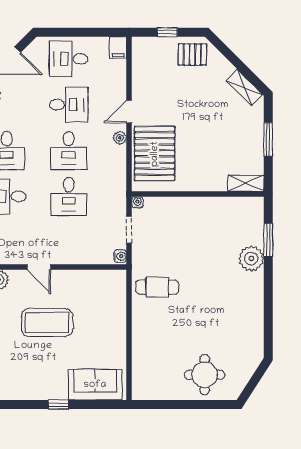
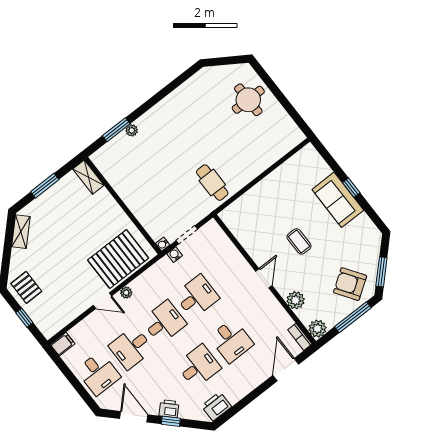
desk: (69, 105) -> (131, 348), turned -90
water cooler: (120, 256) -> (175, 255), moved
plant: (251, 259) -> (132, 130), width x0.53, depth x0.53
coffee table: (47, 323) -> (299, 241), width x0.54, depth x0.58
sofa: (95, 385) -> (338, 200), moved

